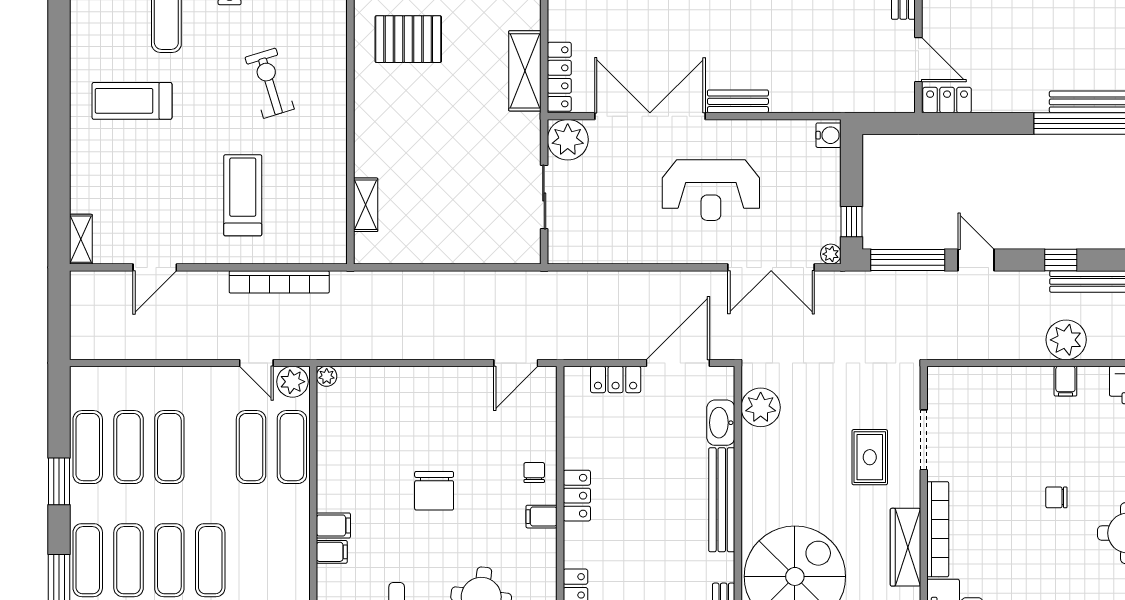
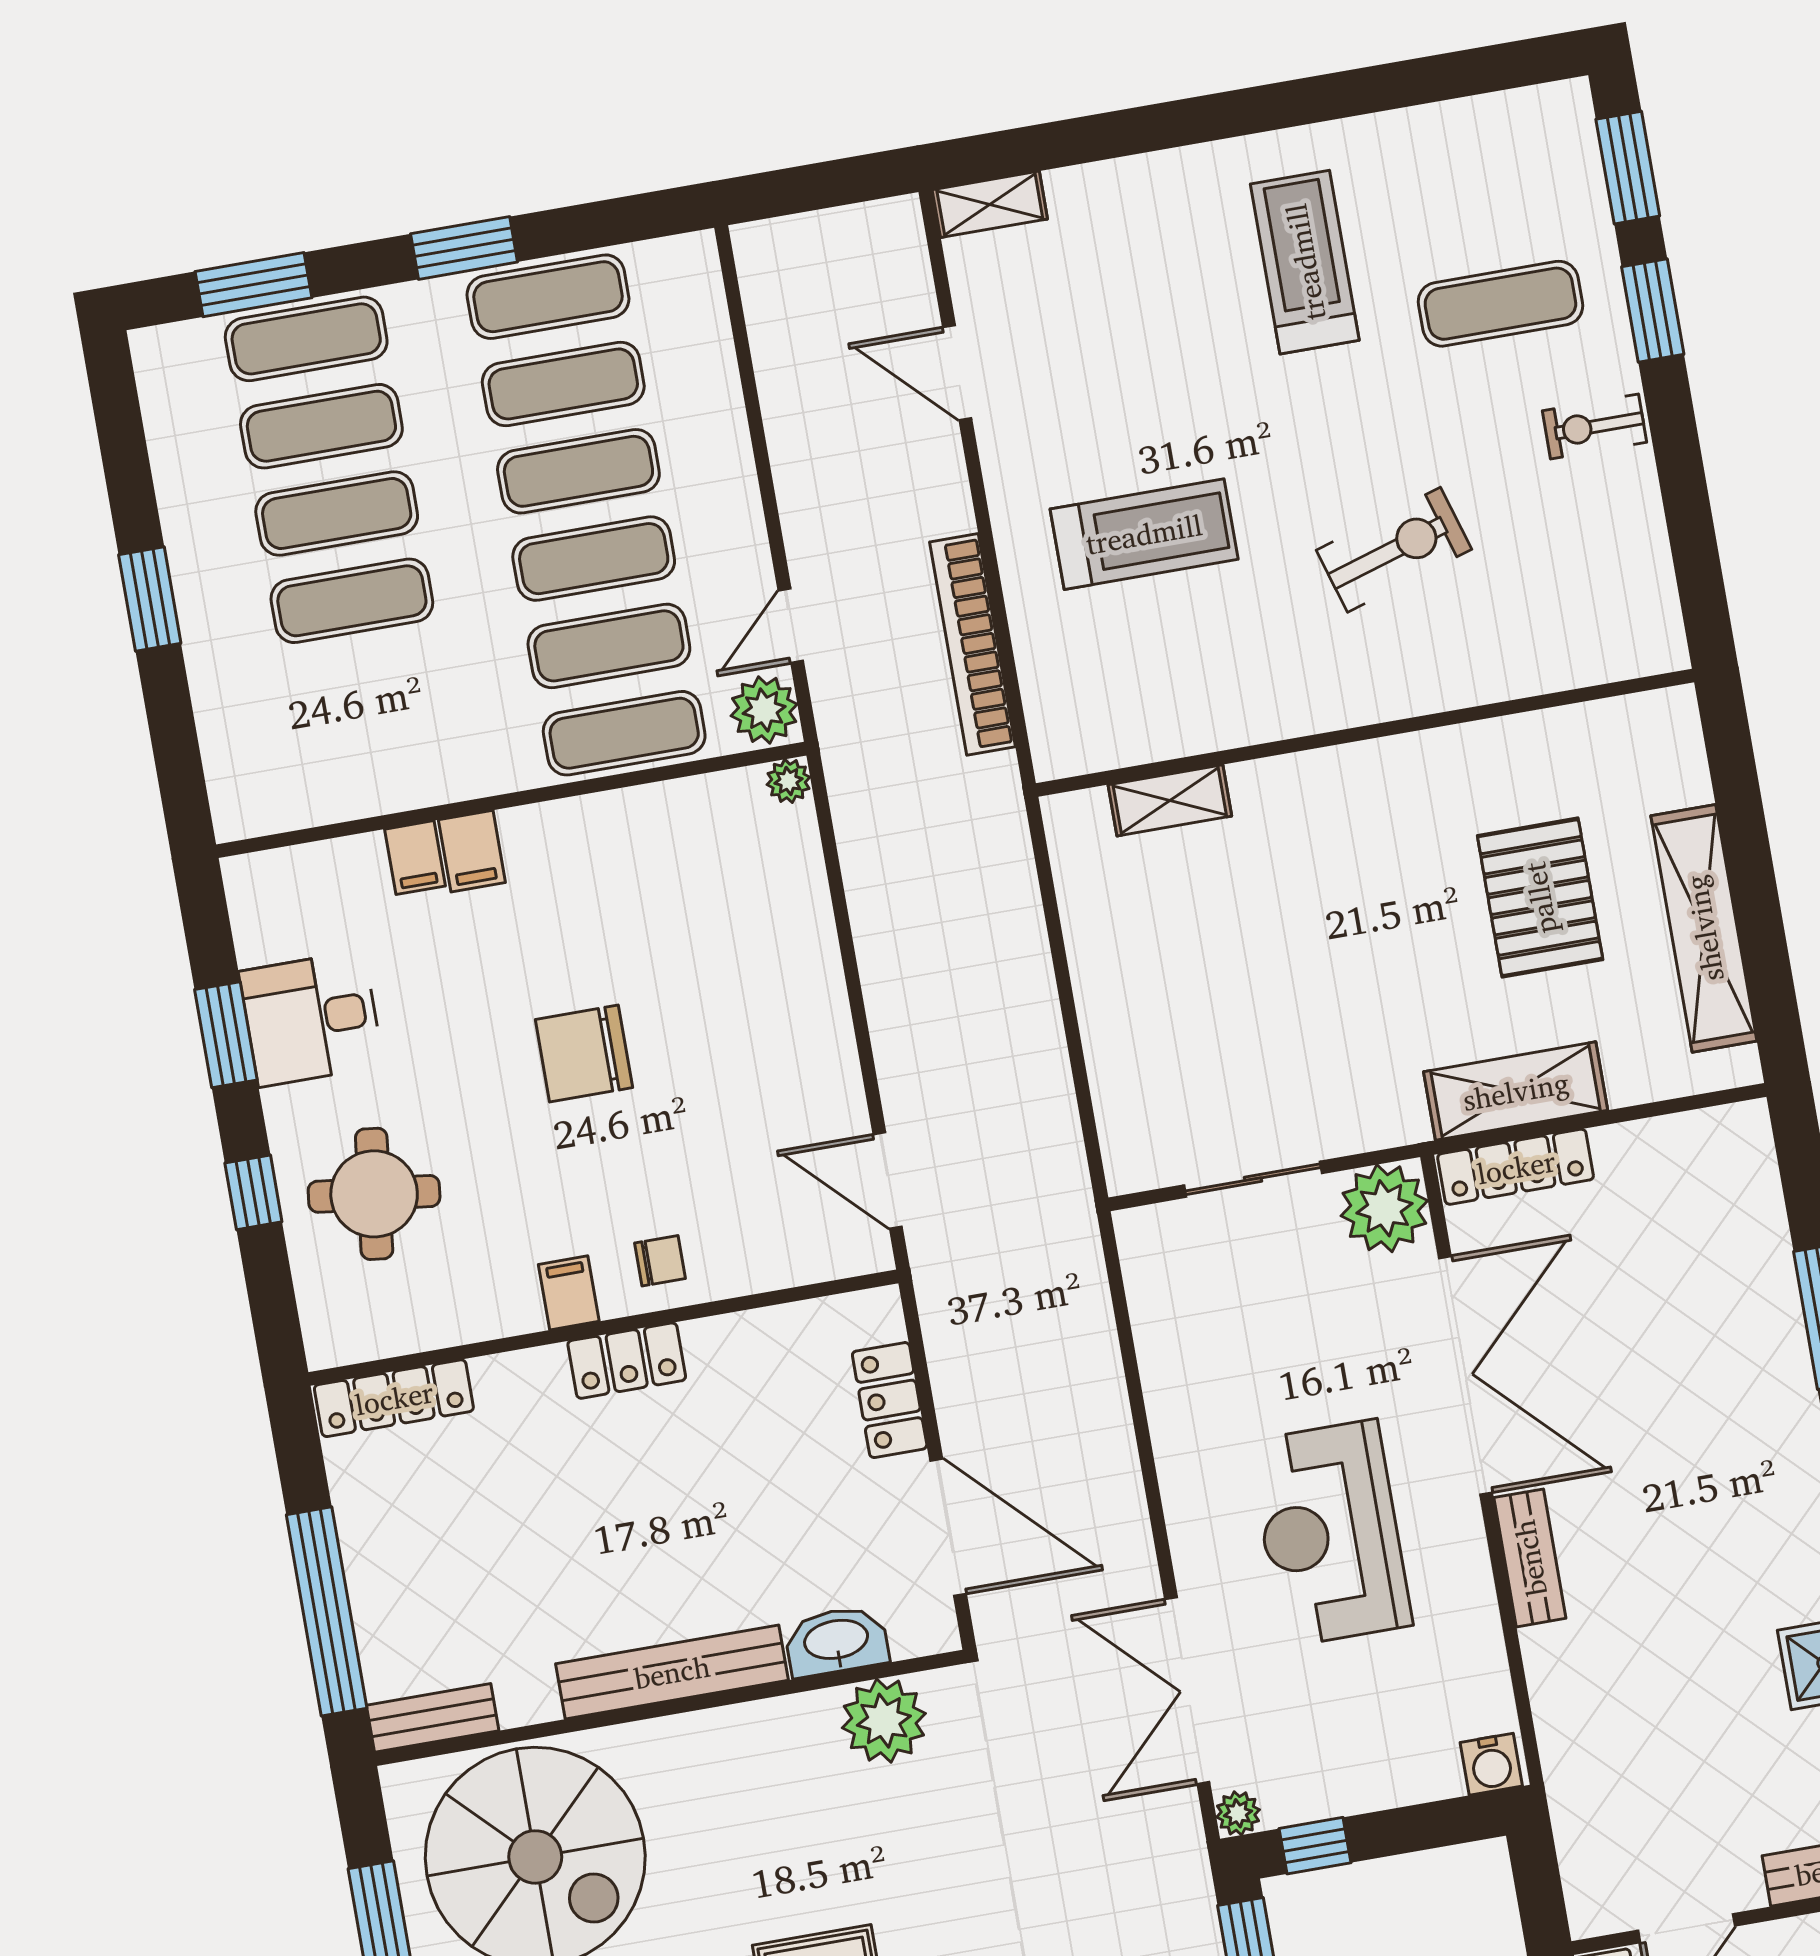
pallet: (408, 39) -> (1540, 898), moved
exercise mat: (210, 447) -> (594, 559), added

